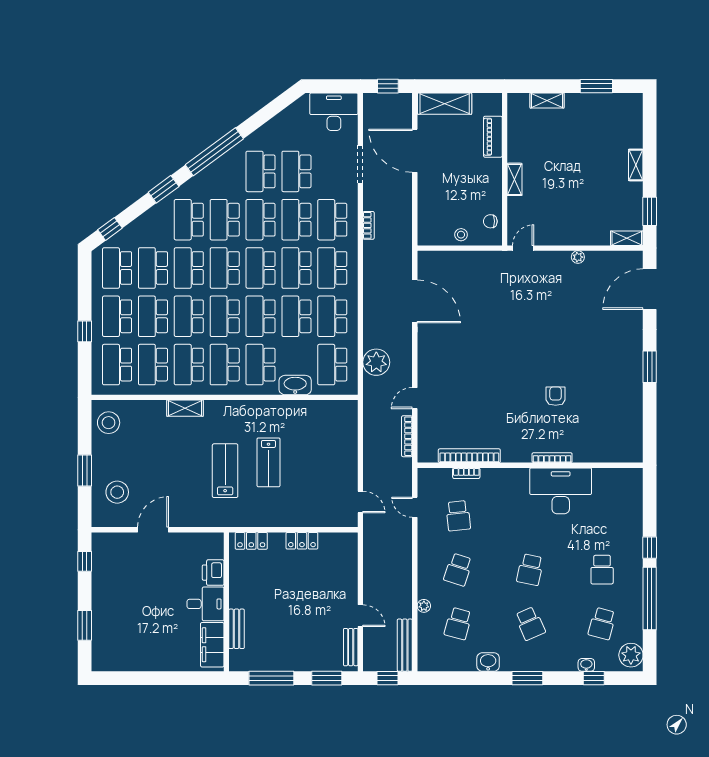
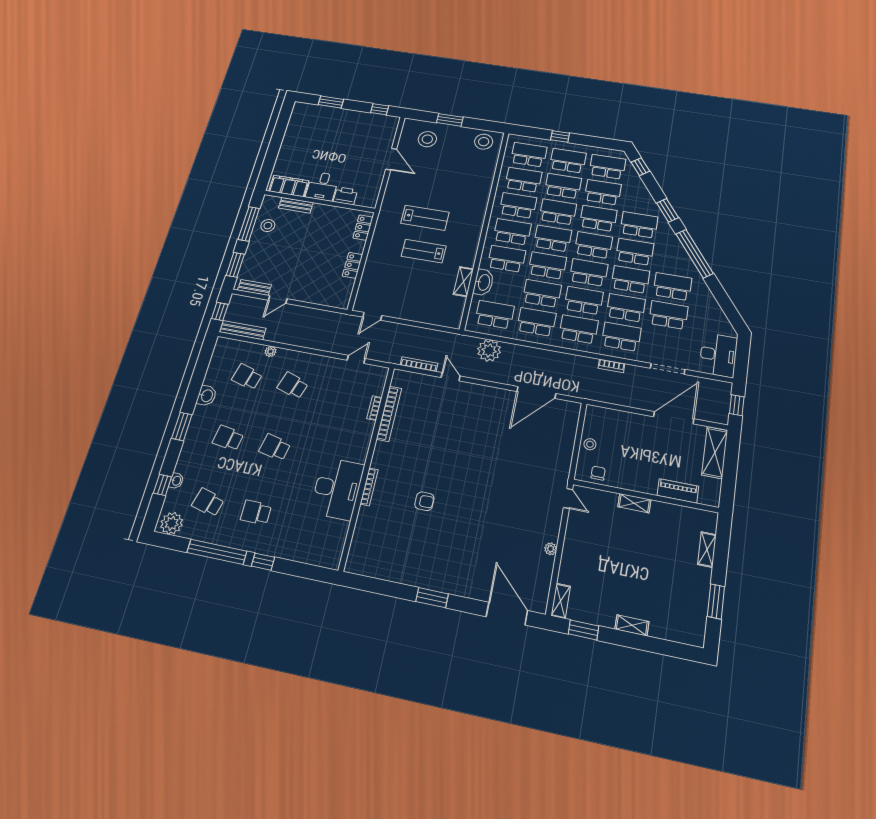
shelving: (185, 408) -> (463, 282), moved
school desk: (458, 516) -> (339, 394), removed
school desk: (530, 624) -> (228, 438), turned 33
stool: (269, 655) -> (268, 226), added

